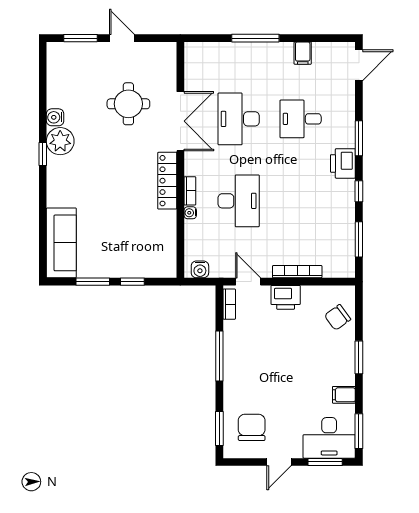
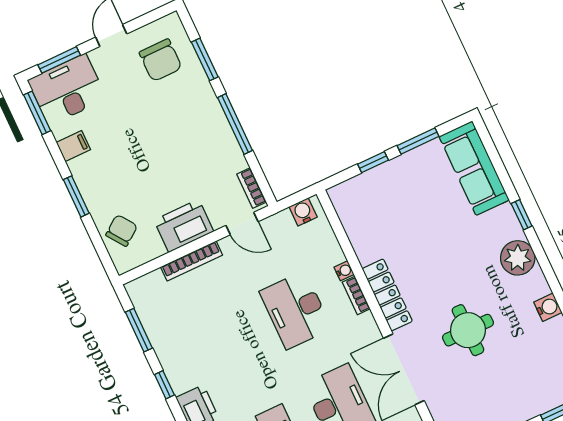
round table: (128, 104) -> (468, 330), moved
plant: (60, 141) -> (518, 258), moved
window: (43, 154) -> (522, 215), moved
printer: (286, 297) -> (184, 226), width x1.37, depth x1.19
window: (219, 429) -> (205, 59), moved

